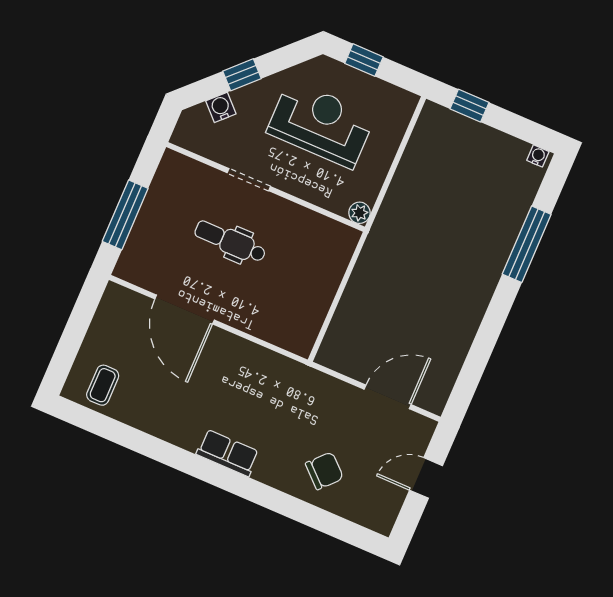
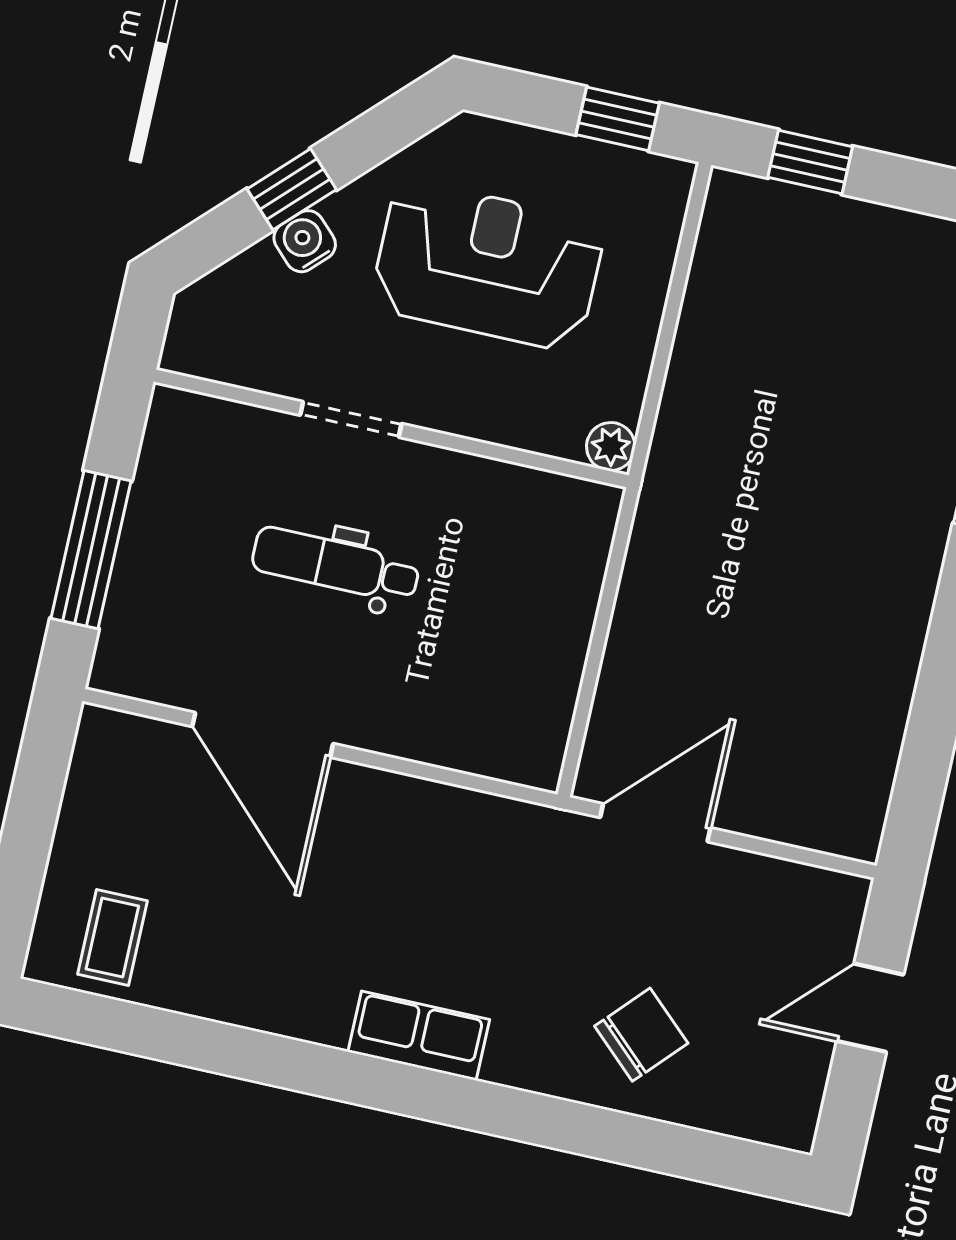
window: (364, 60) -> (618, 119), moved
water cooler: (221, 107) -> (305, 241), moved
door: (388, 397) -> (655, 823), moved

